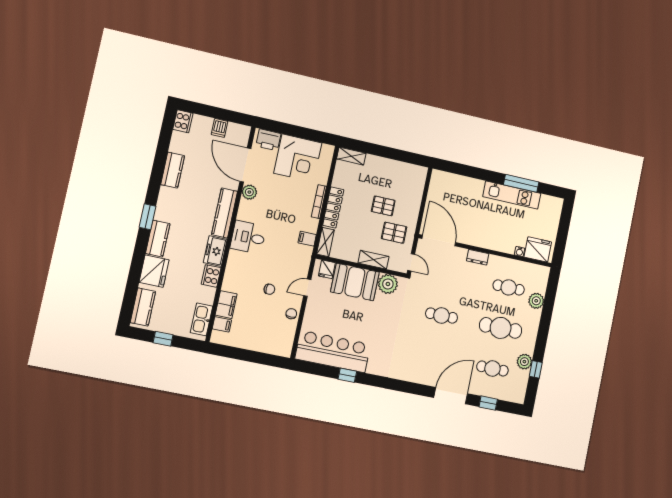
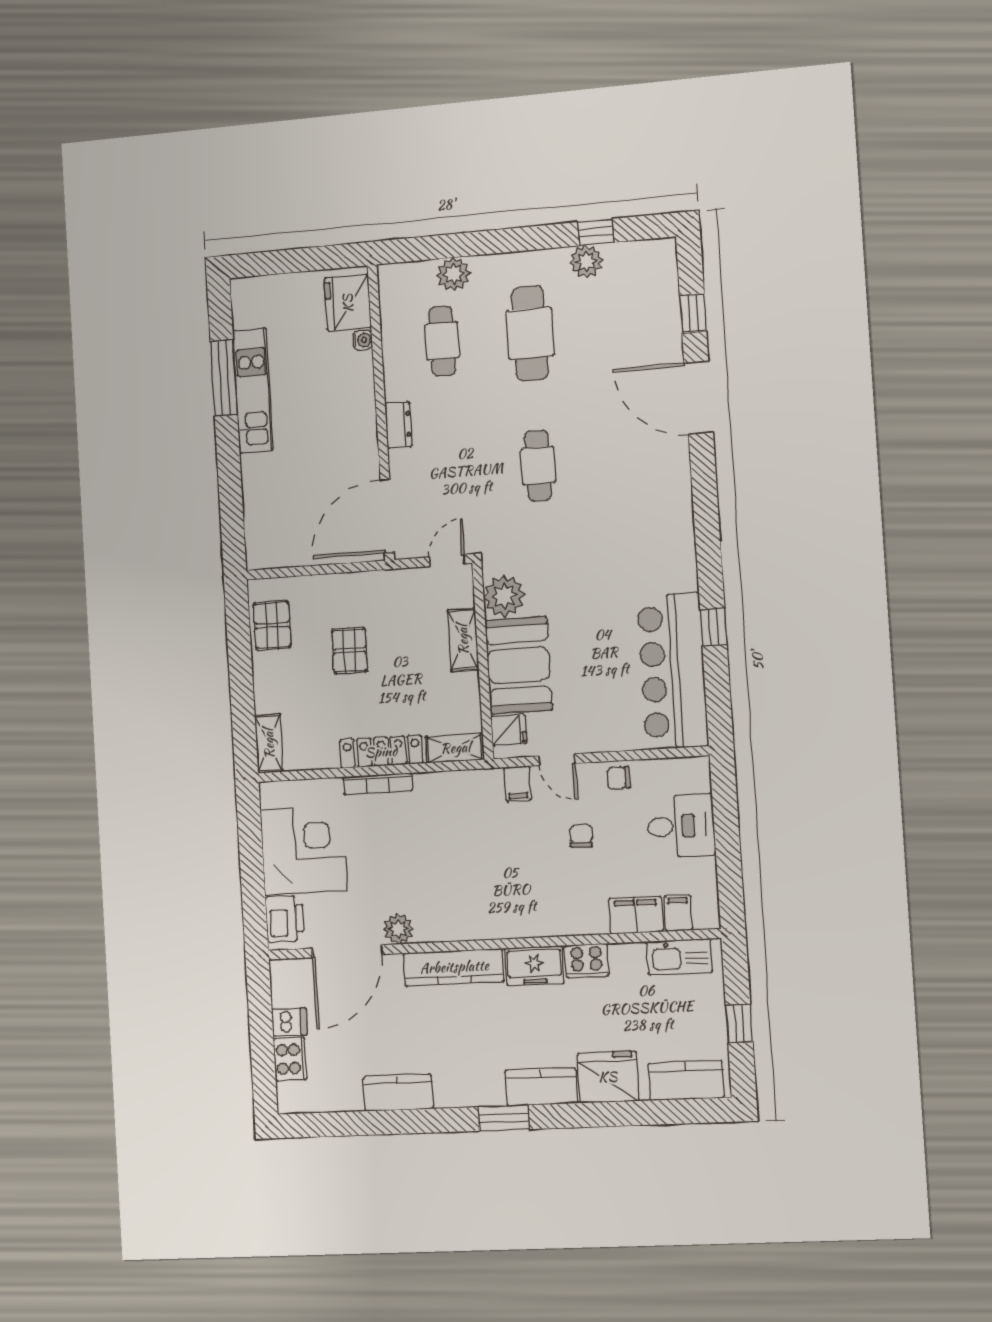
cooker: (183, 121) -> (290, 1059), moved, turned 90
pallet: (394, 233) -> (272, 625), moved
desk: (248, 237) -> (681, 826), moved, turned -90
filing cabinet: (307, 239) -> (518, 784), moved
cafe table: (492, 368) -> (619, 325), removed

